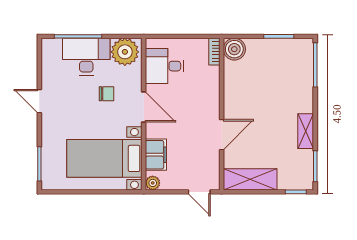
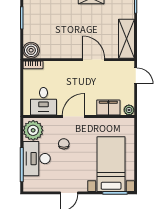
bed with nightstands: (104, 158) -> (111, 164), moved, turned 180
door: (199, 192) -> (136, 76), hinge flipped

